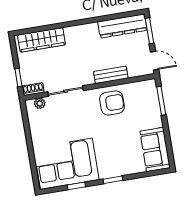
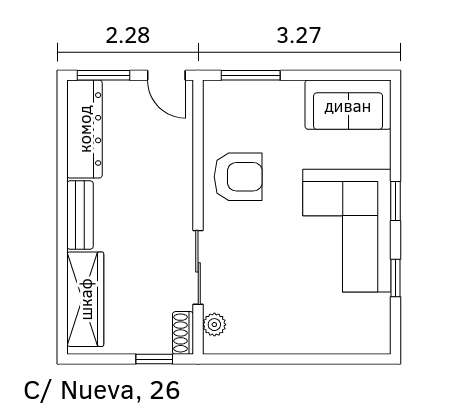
door: (155, 61) -> (166, 75), swing flipped
bench: (111, 75) -> (80, 215), moved
armchair: (112, 103) -> (238, 177), turned 90
corner sofa: (66, 164) -> (347, 231), moved

